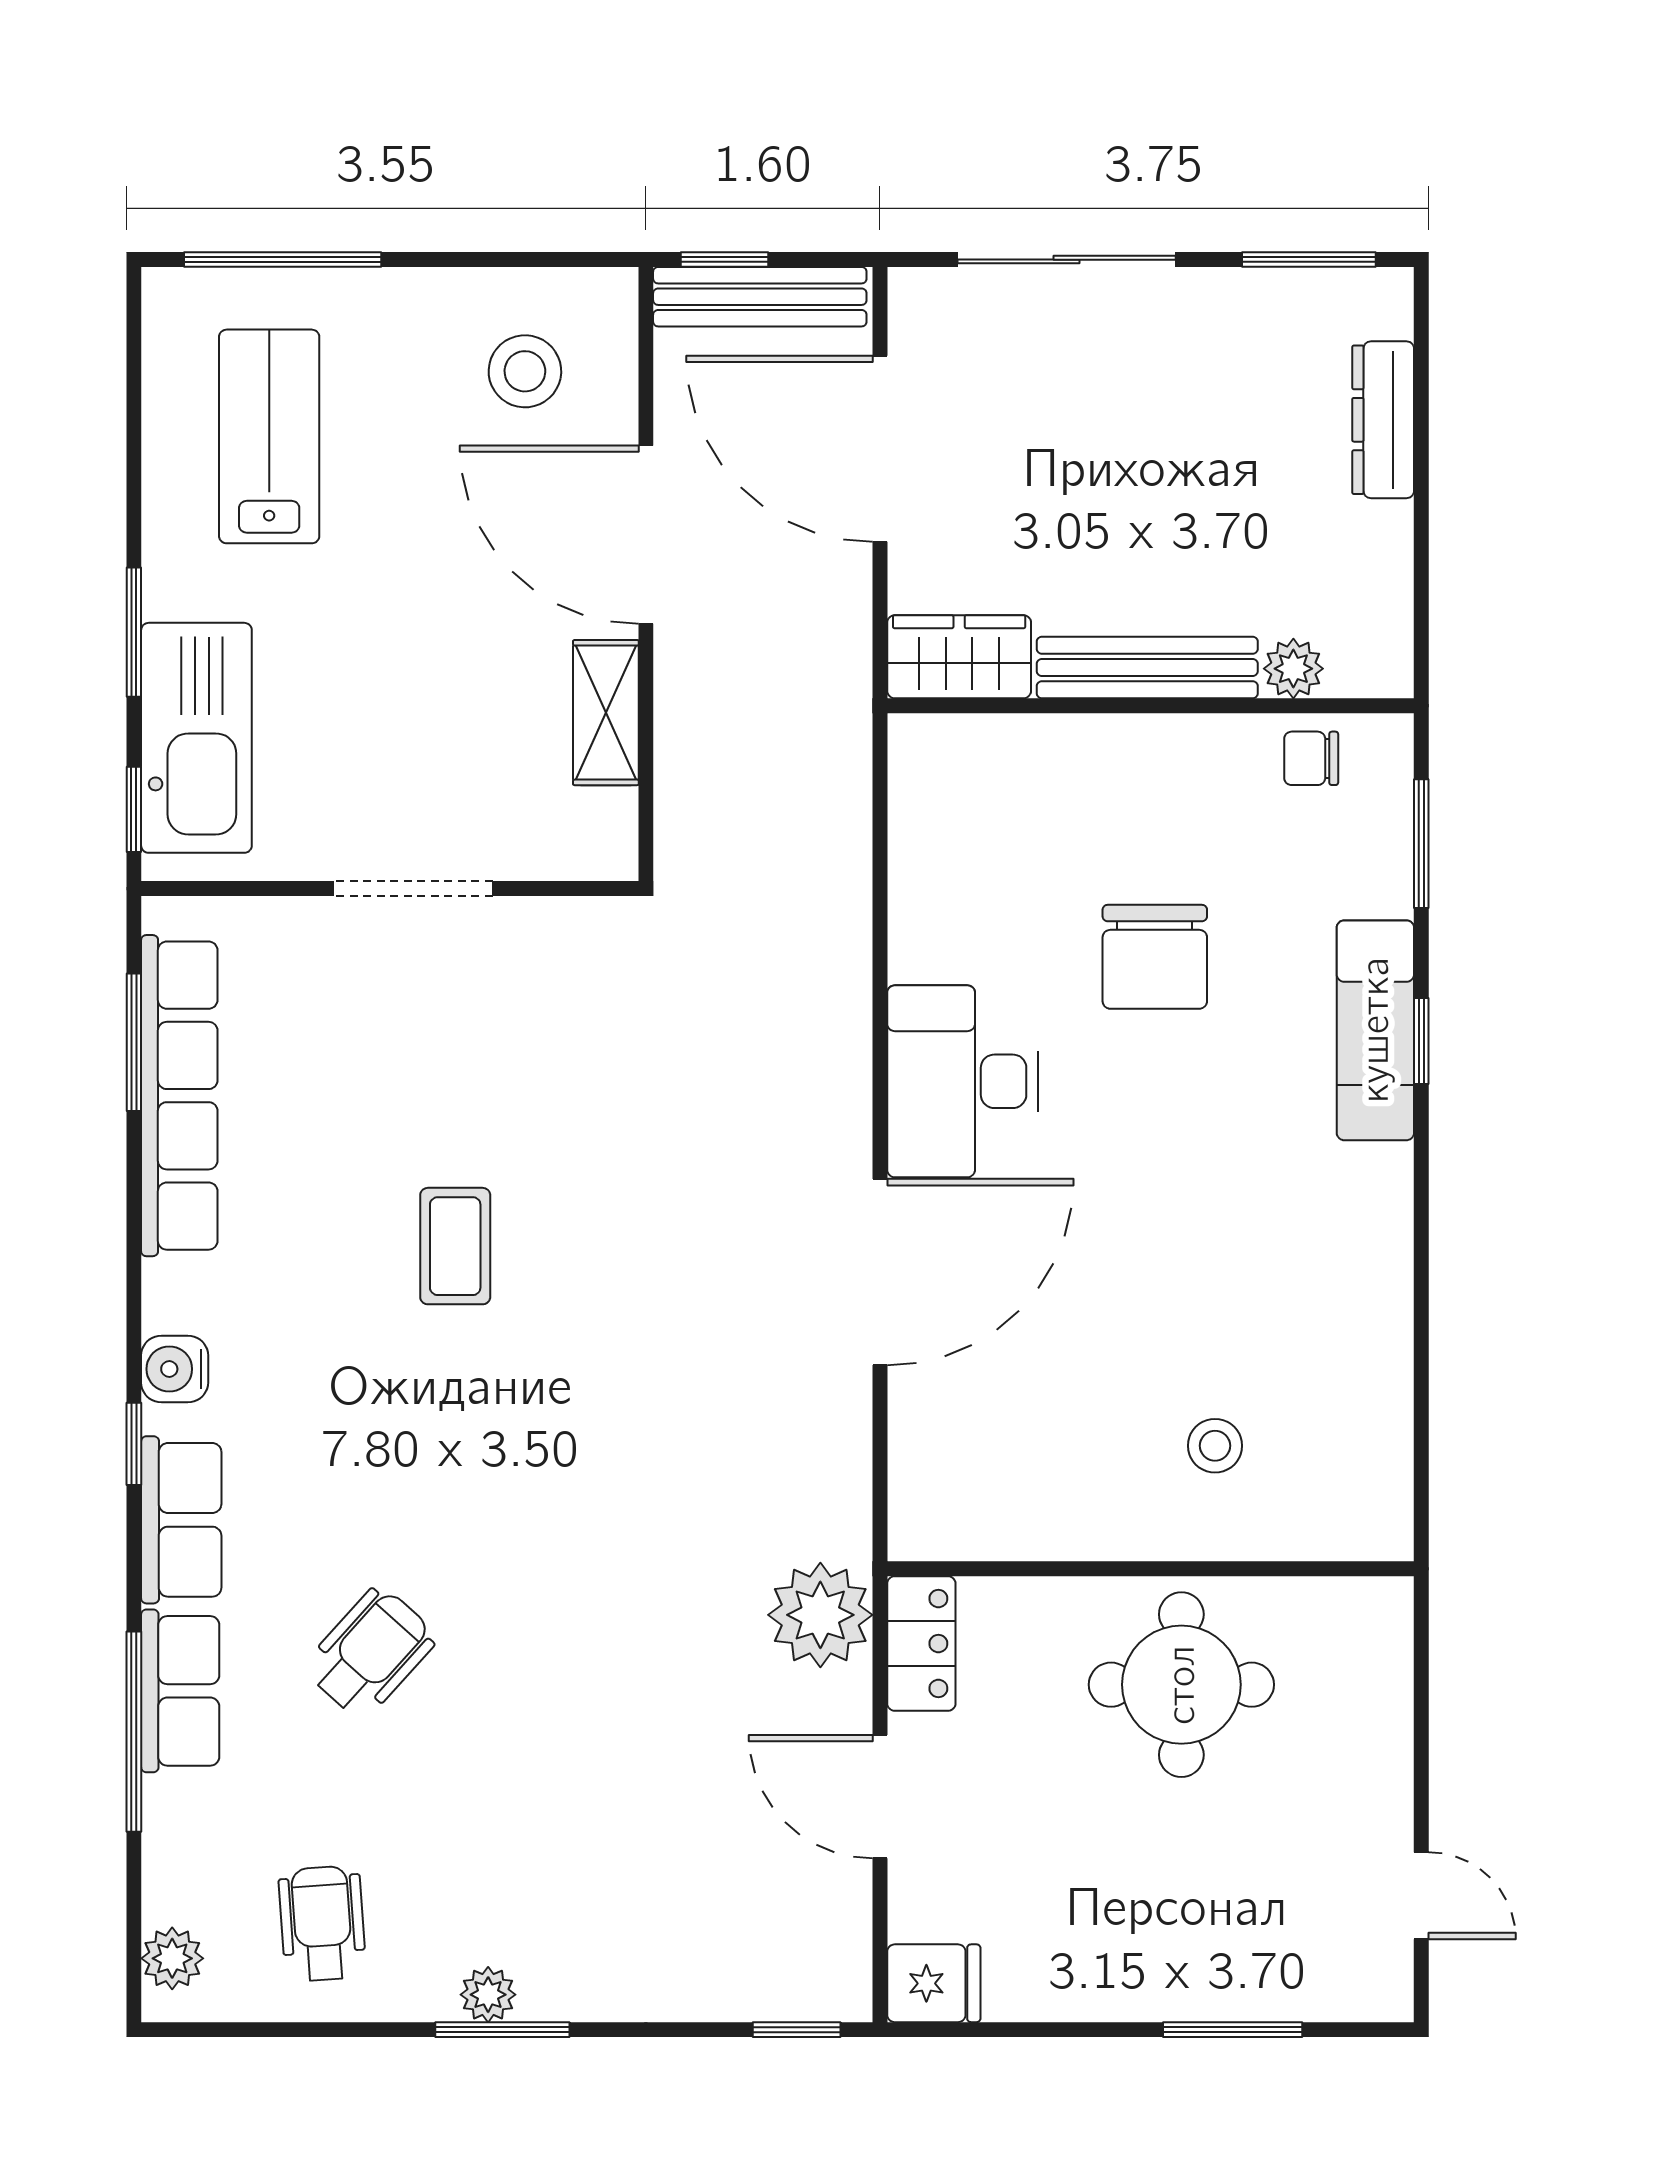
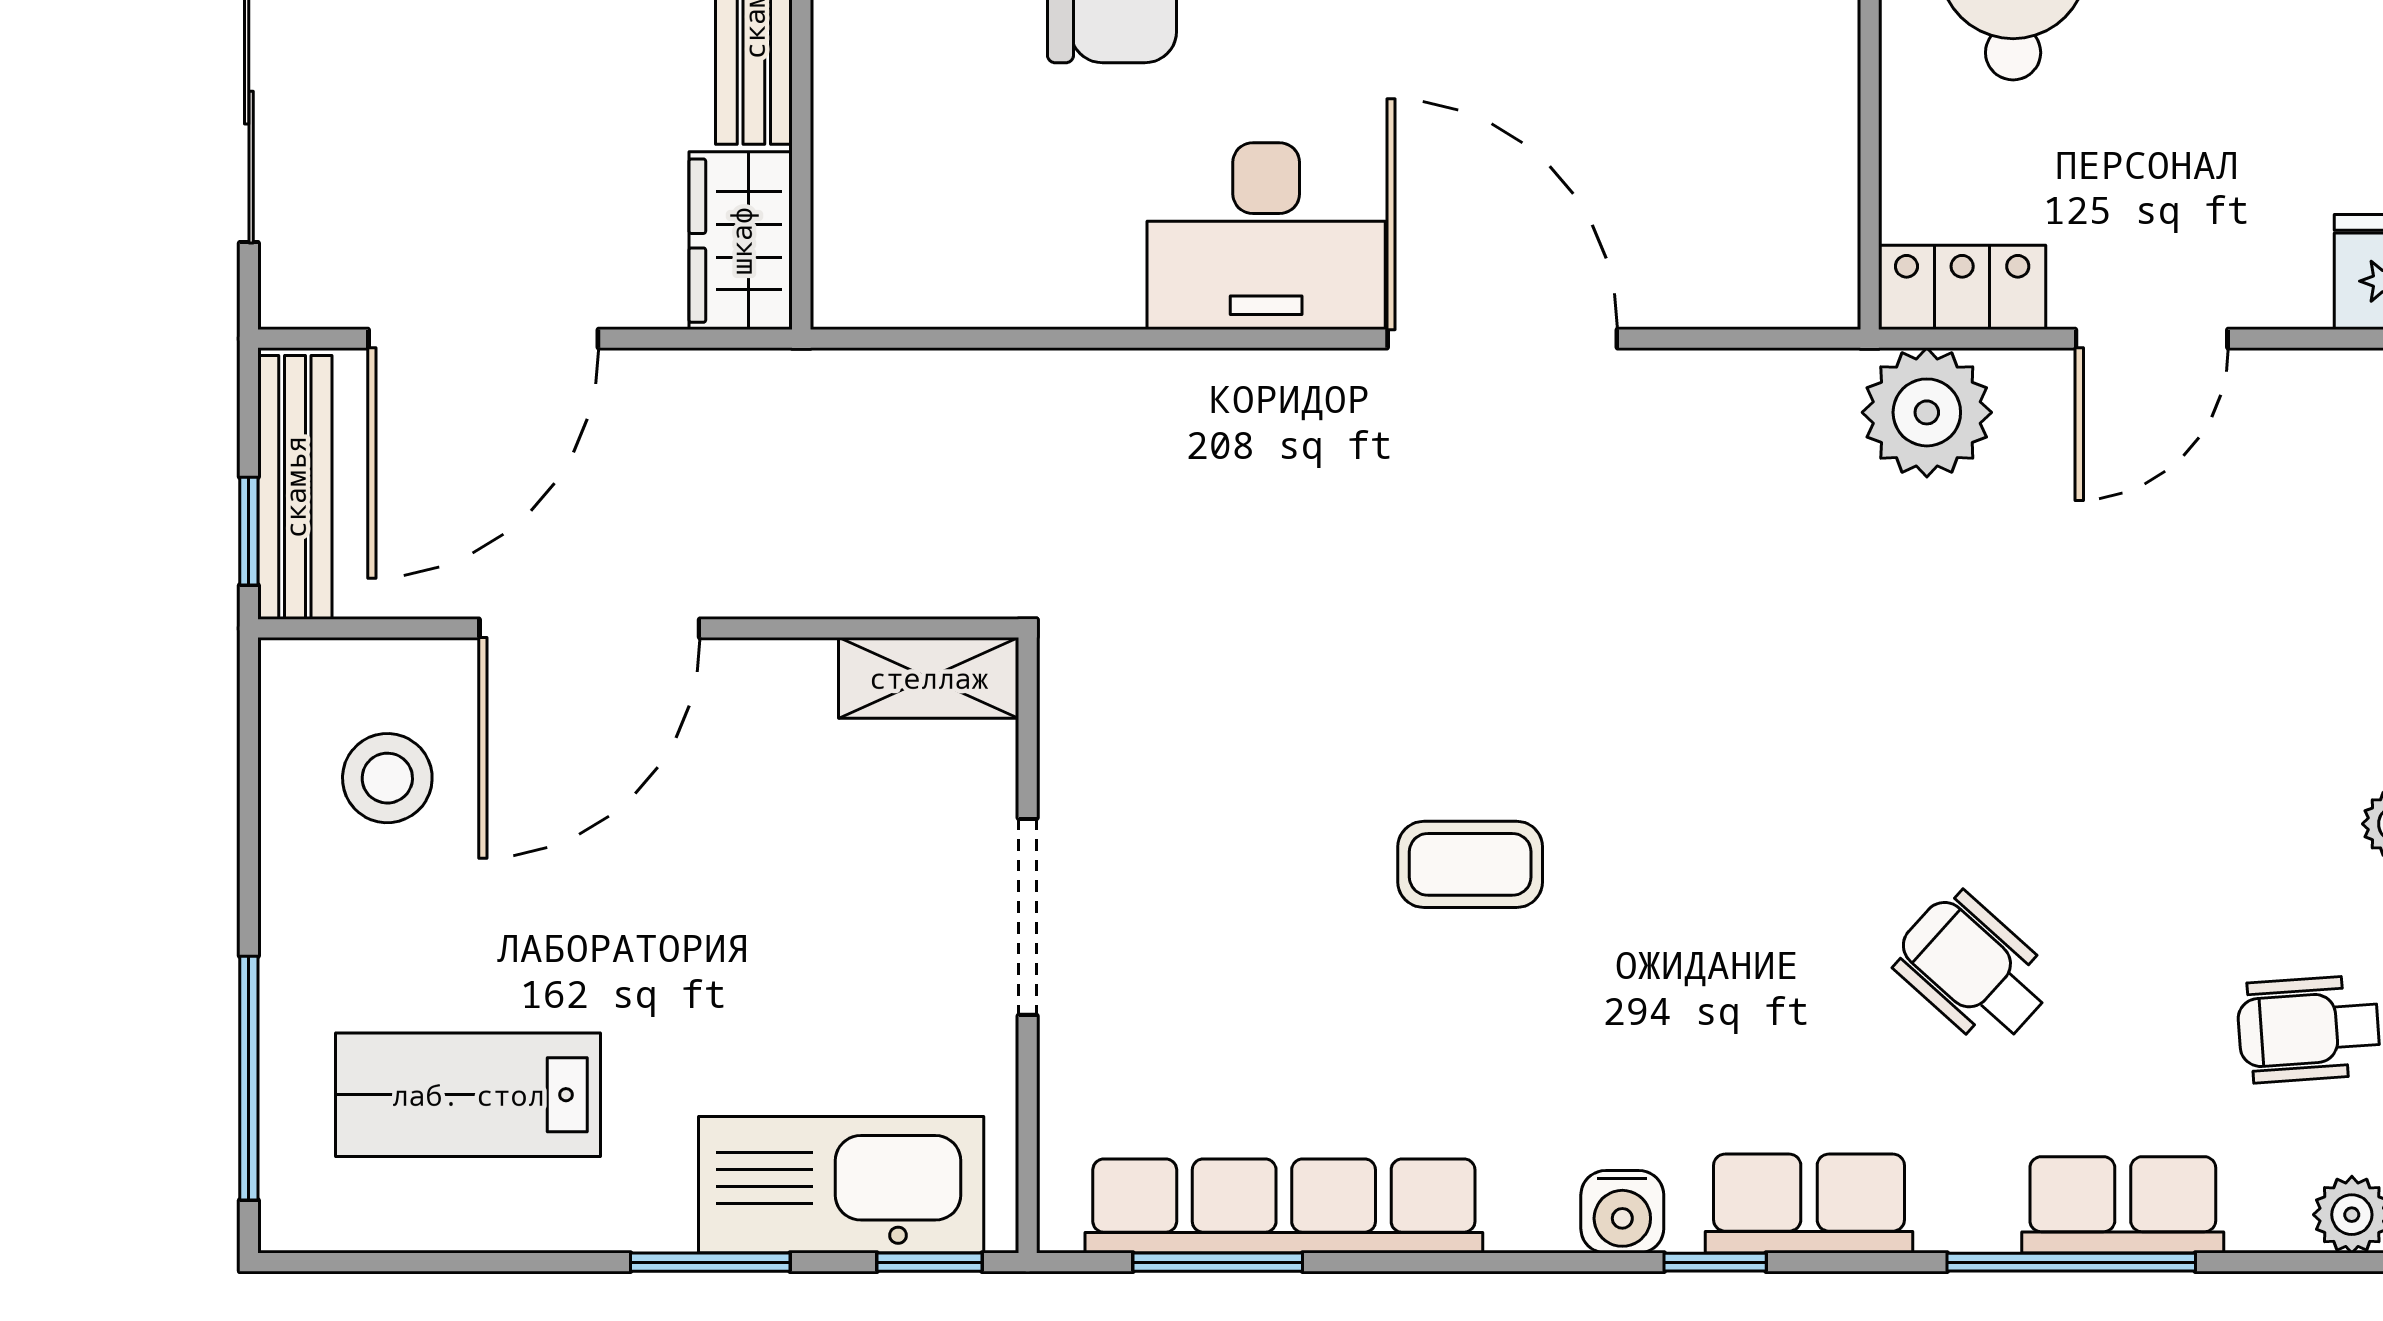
shelving: (606, 713) -> (929, 678), moved
row of seats: (180, 1691) -> (2123, 1205), moved

